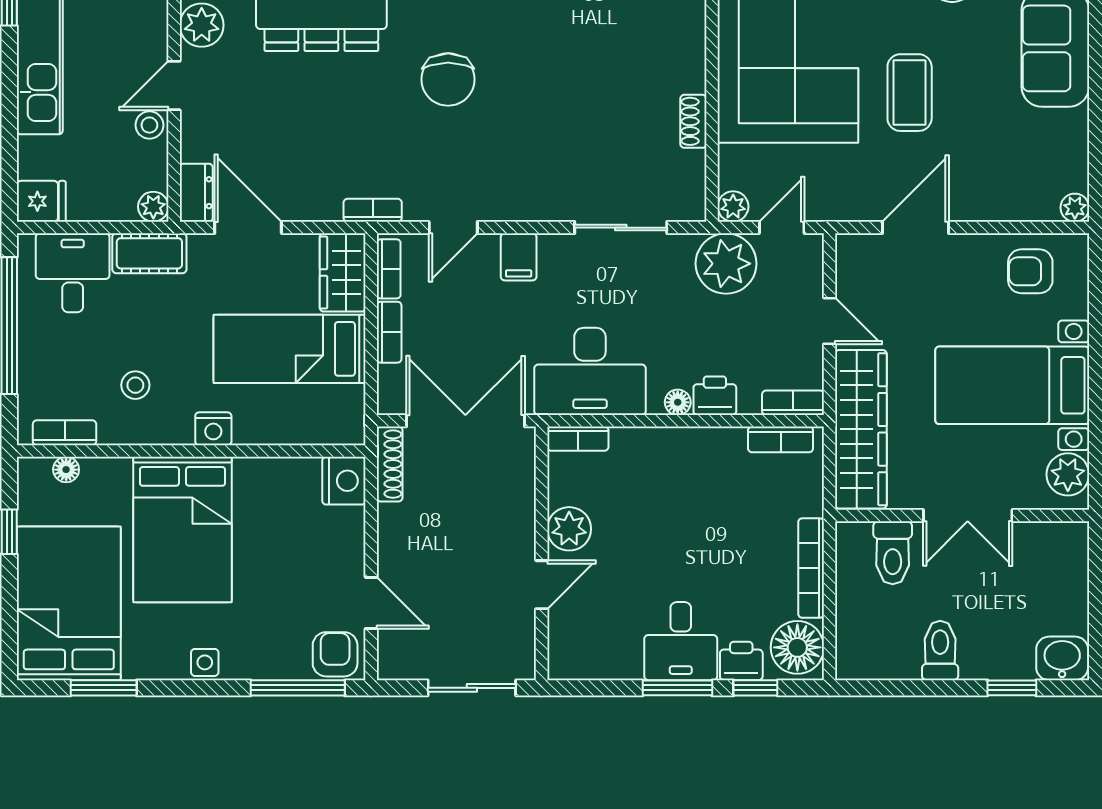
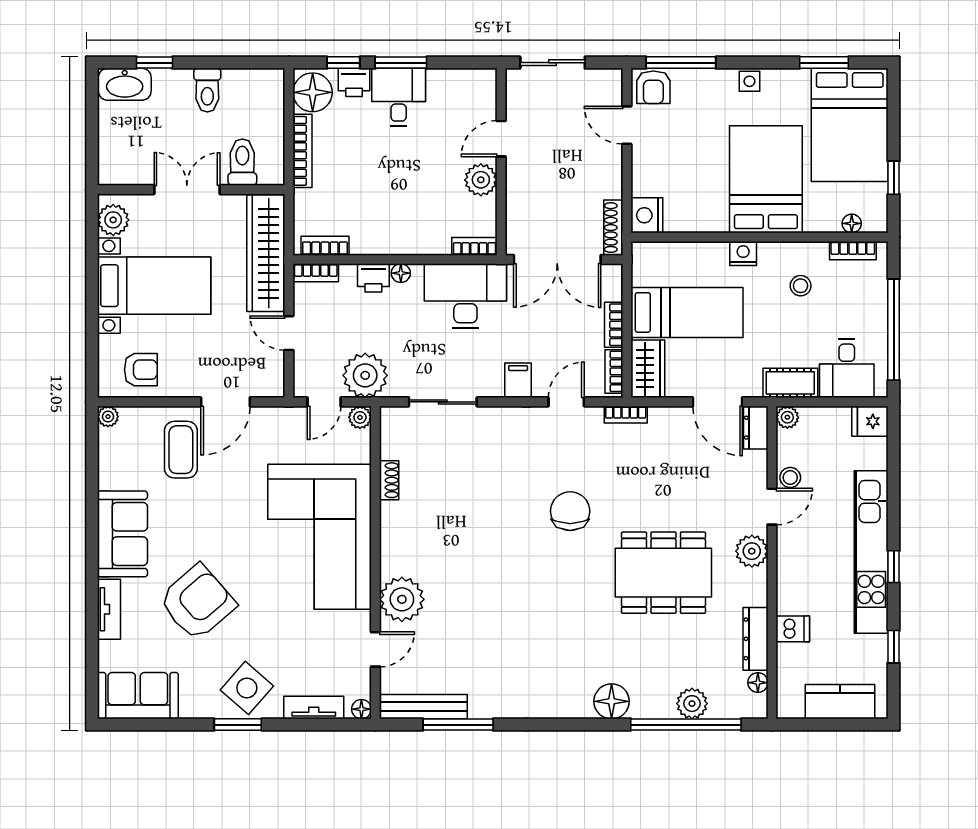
coffee table: (910, 93) -> (181, 450), moved
washbasin: (1062, 658) -> (125, 84), width x1.38

